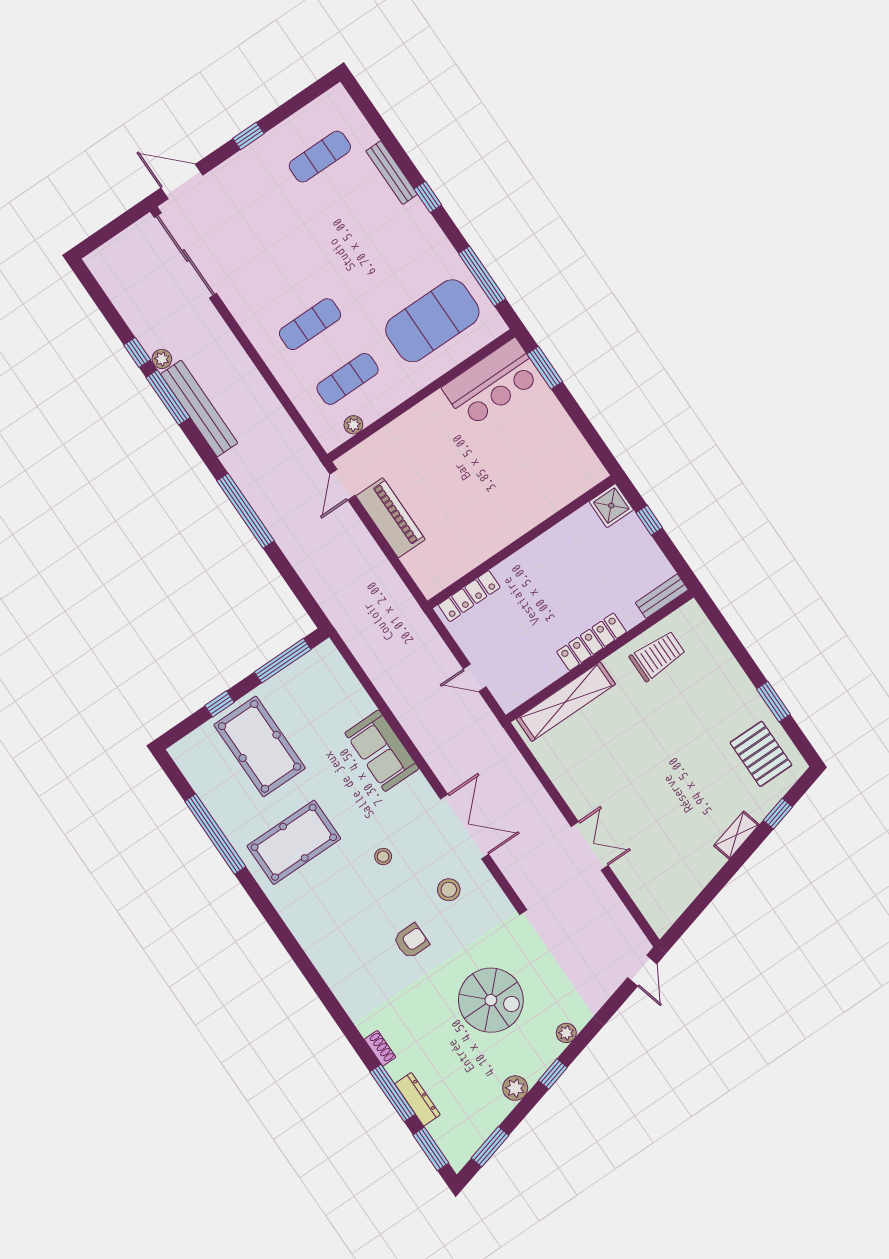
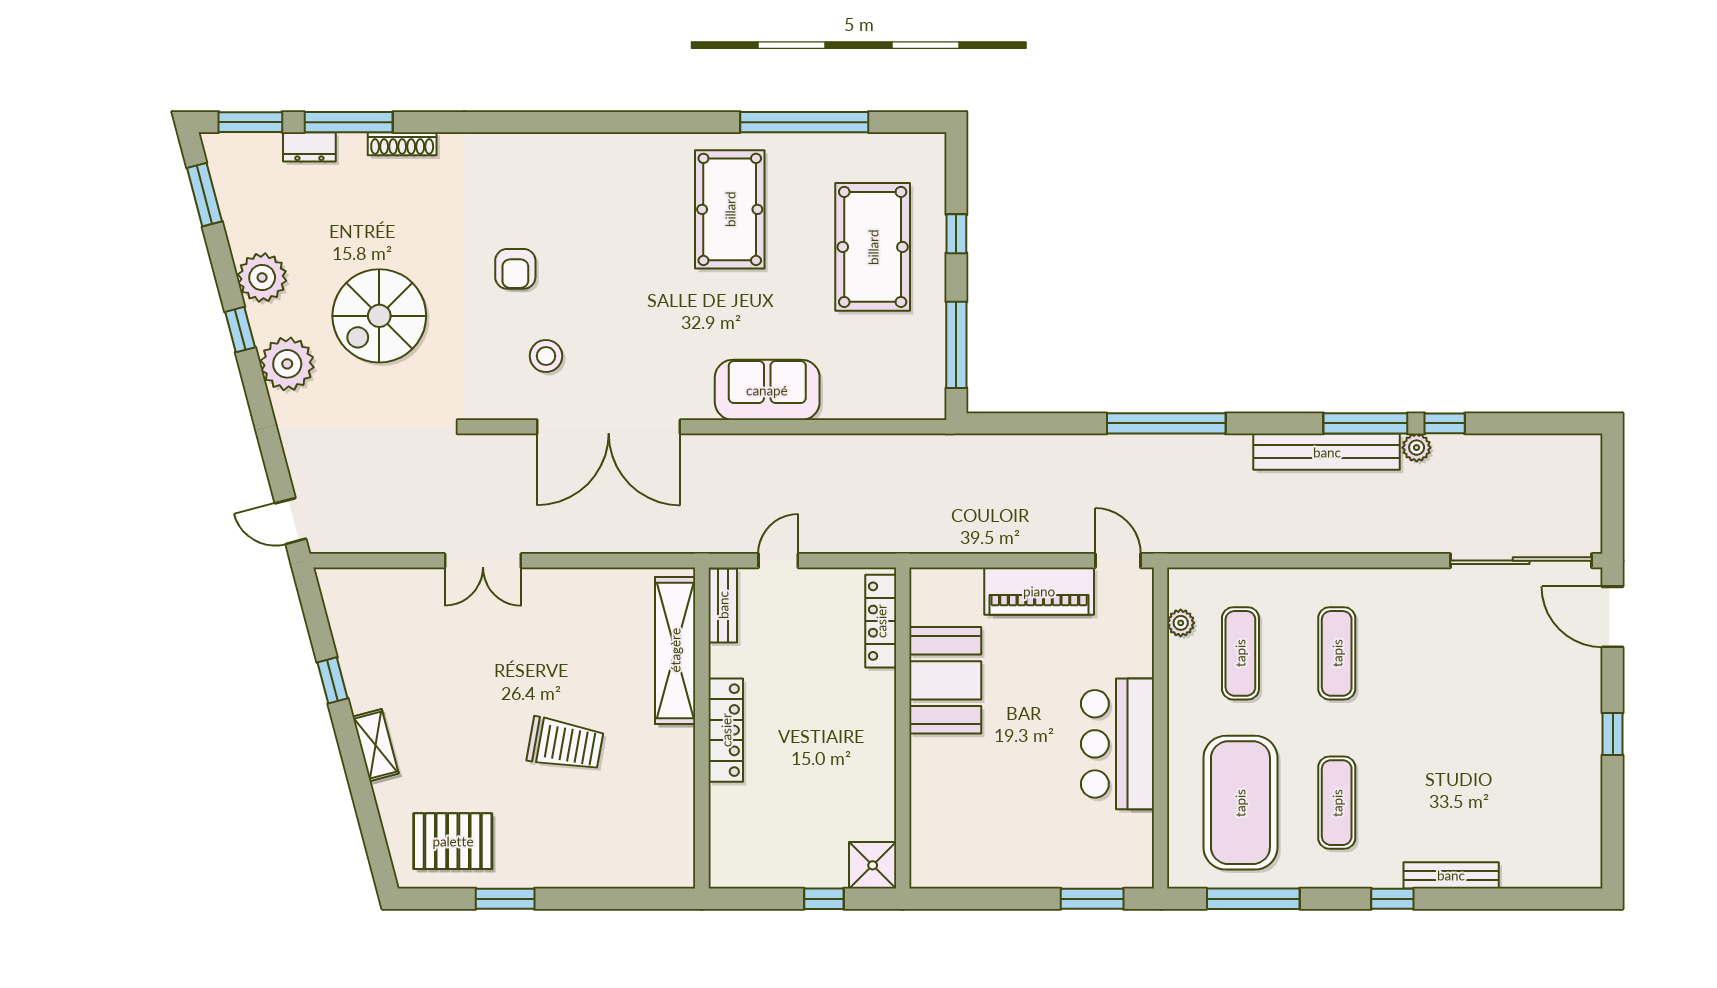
exercise mat: (320, 157) -> (1337, 803), moved
door: (182, 182) -> (1613, 617), swing flipped
bar counter: (492, 383) -> (1117, 744), moved
booth: (478, 536) -> (945, 680), added
bench: (662, 596) -> (723, 605), moved
trolley: (657, 656) -> (565, 744), moved, turned -80
pool table: (260, 746) -> (873, 247), turned 90
window: (778, 814) -> (333, 680), moved
double door: (465, 827) -> (609, 427), width x1.36
stool: (383, 857) -> (640, 305), removed
plant: (566, 1033) -> (287, 364), width x1.88, depth x1.88
shoe rack: (380, 1048) -> (402, 144), width x1.43
plant: (515, 1088) -> (262, 277), width x1.36, depth x1.36
dresser: (417, 1099) -> (309, 147), width x0.70

